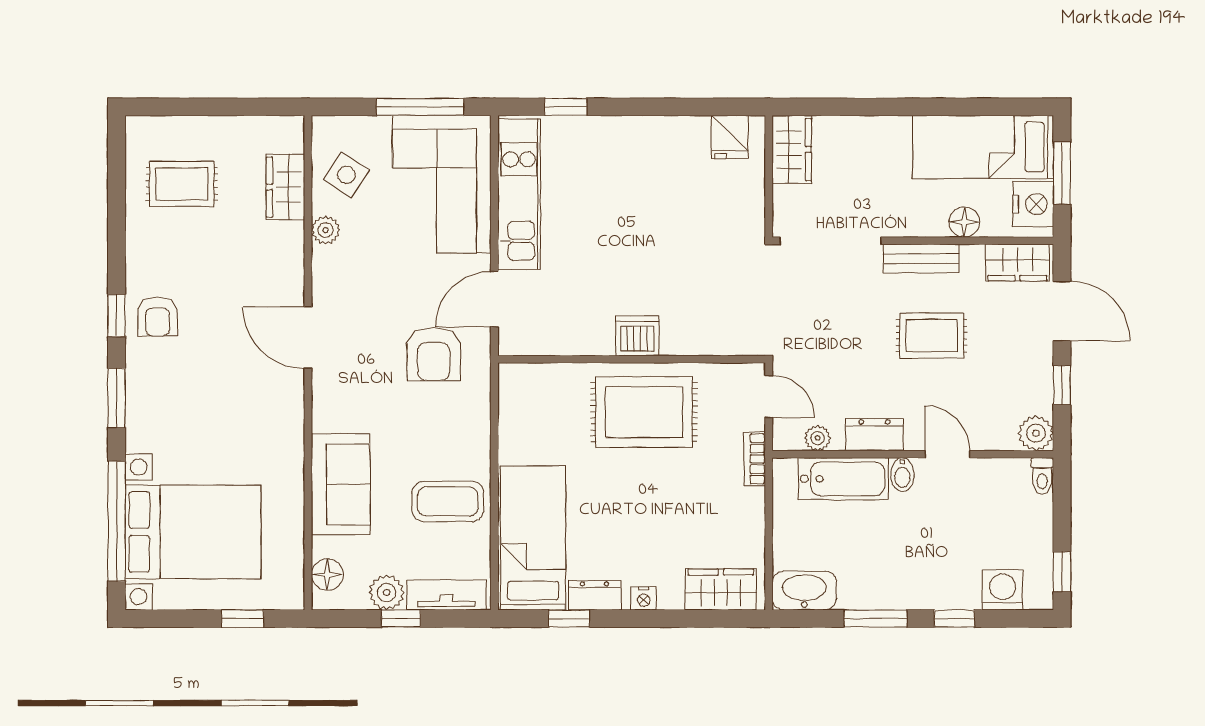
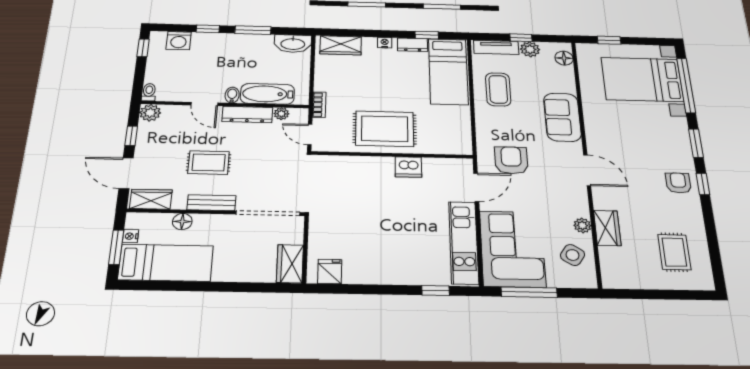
rug: (182, 184) -> (674, 252), turned 90
wardrobe: (286, 187) -> (607, 228), moved
nightstand: (1033, 204) -> (131, 236), width x0.53, depth x0.56
dishwasher: (637, 336) -> (408, 167), moved
dresser: (874, 435) -> (247, 114), width x1.44
sofa: (341, 484) -> (562, 117), moved
coffee table: (448, 501) -> (498, 89), turned 90

